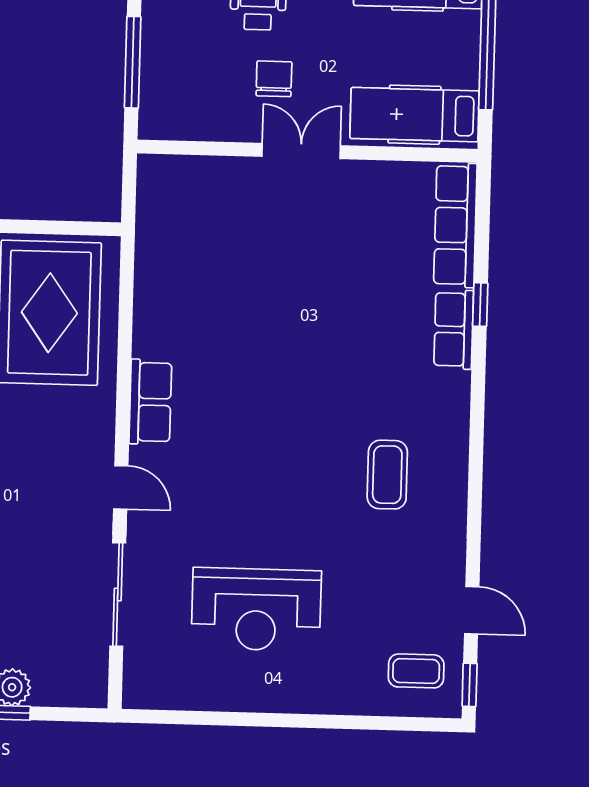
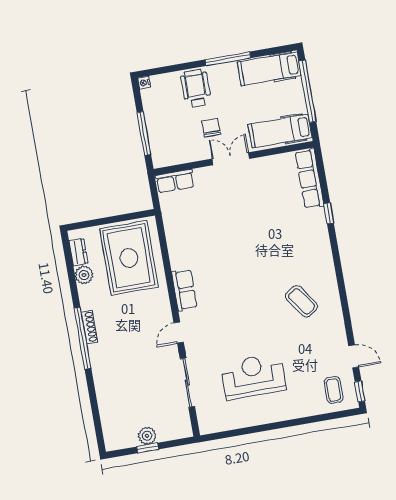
row of seats: (454, 330) -> (175, 181), moved, turned -90
coffee table: (387, 475) -> (302, 301), turned -35
door: (121, 487) -> (179, 332), swing flipped
reception desk: (256, 609) -> (253, 376), turned 180
coffee table: (416, 671) -> (334, 390), turned 90

